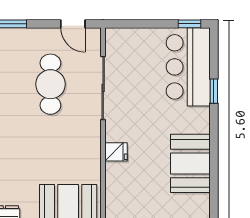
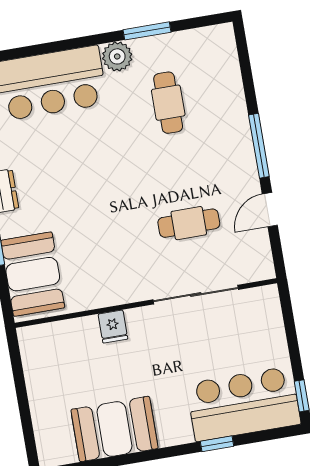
door: (73, 24) -> (270, 210), moved
cafe table: (50, 84) -> (189, 223), width x0.73, depth x0.74

